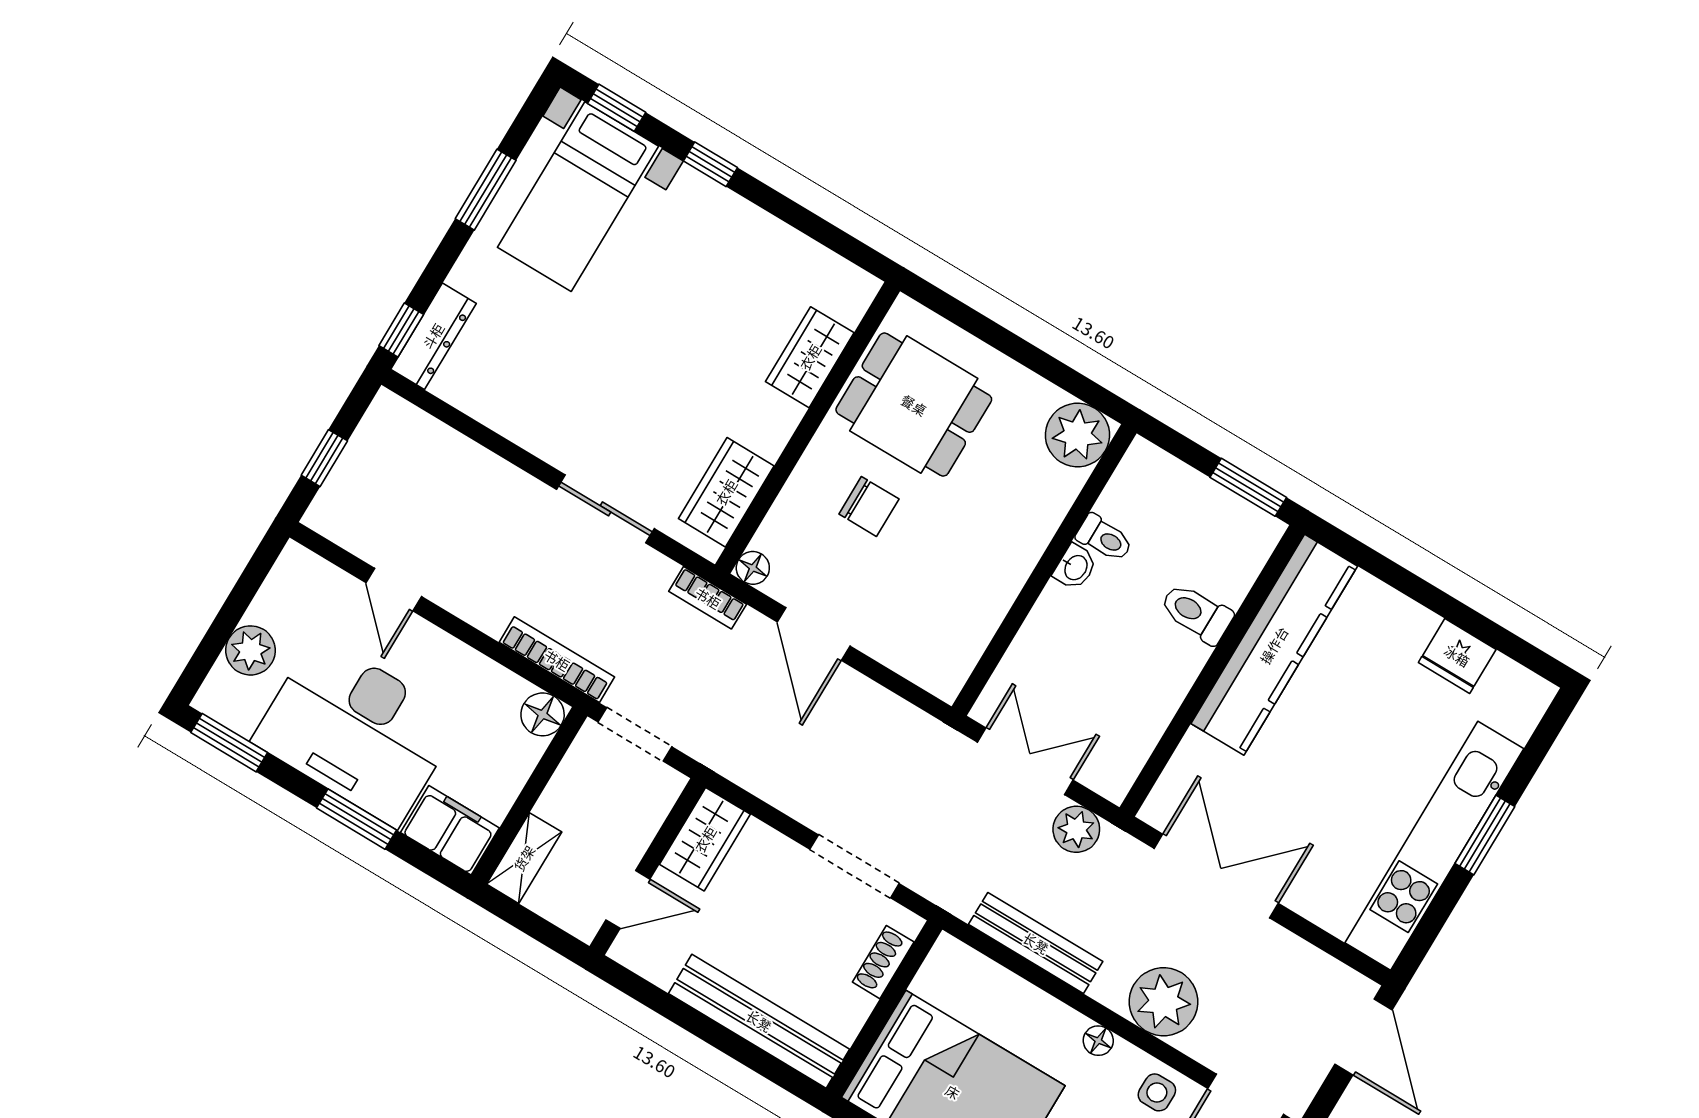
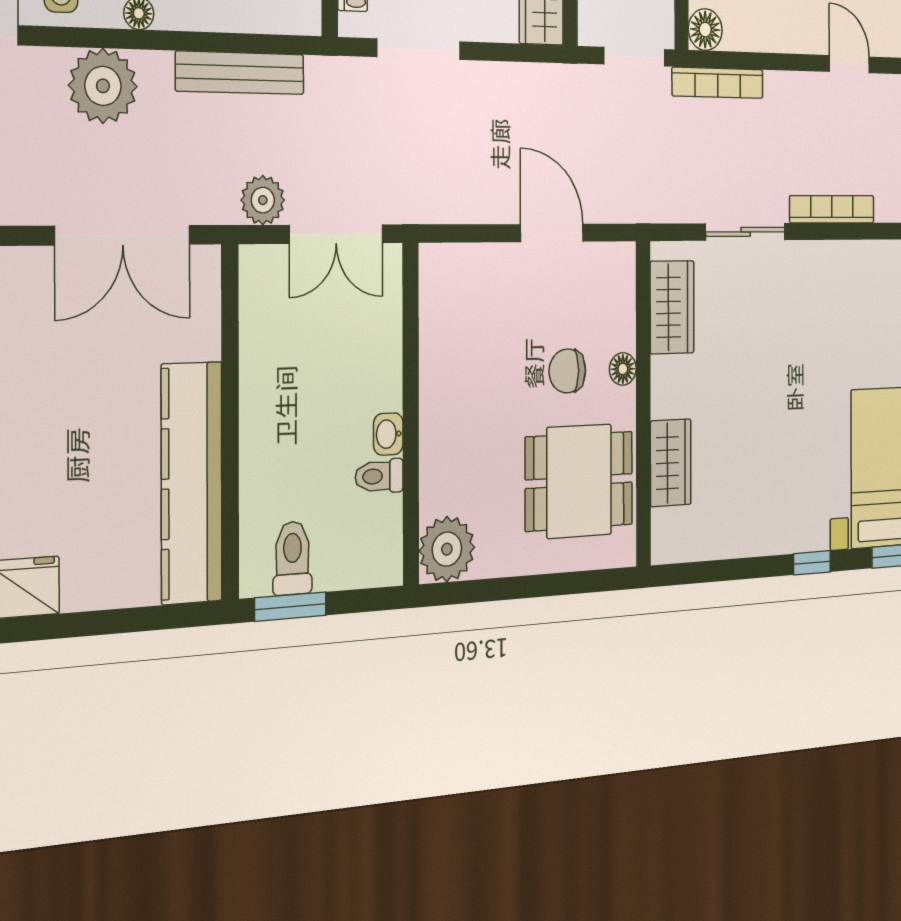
floor lamp: (753, 568) -> (623, 369), moved
bookcase: (708, 598) -> (832, 209), moved, width x1.56
toilet: (1196, 613) -> (292, 558), moved, turned -90

